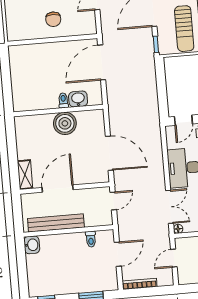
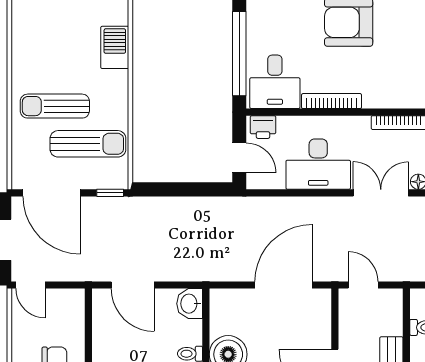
door: (102, 62) -> (133, 285), width x0.73
washbasin: (78, 99) -> (190, 304), moved

